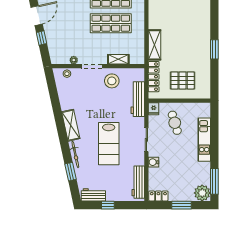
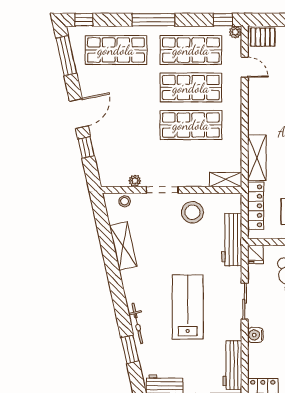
shelving: (118, 59) -> (226, 180), moved
shelving: (71, 125) -> (123, 246), moved
lab bench: (109, 144) -> (188, 307), turned 180

